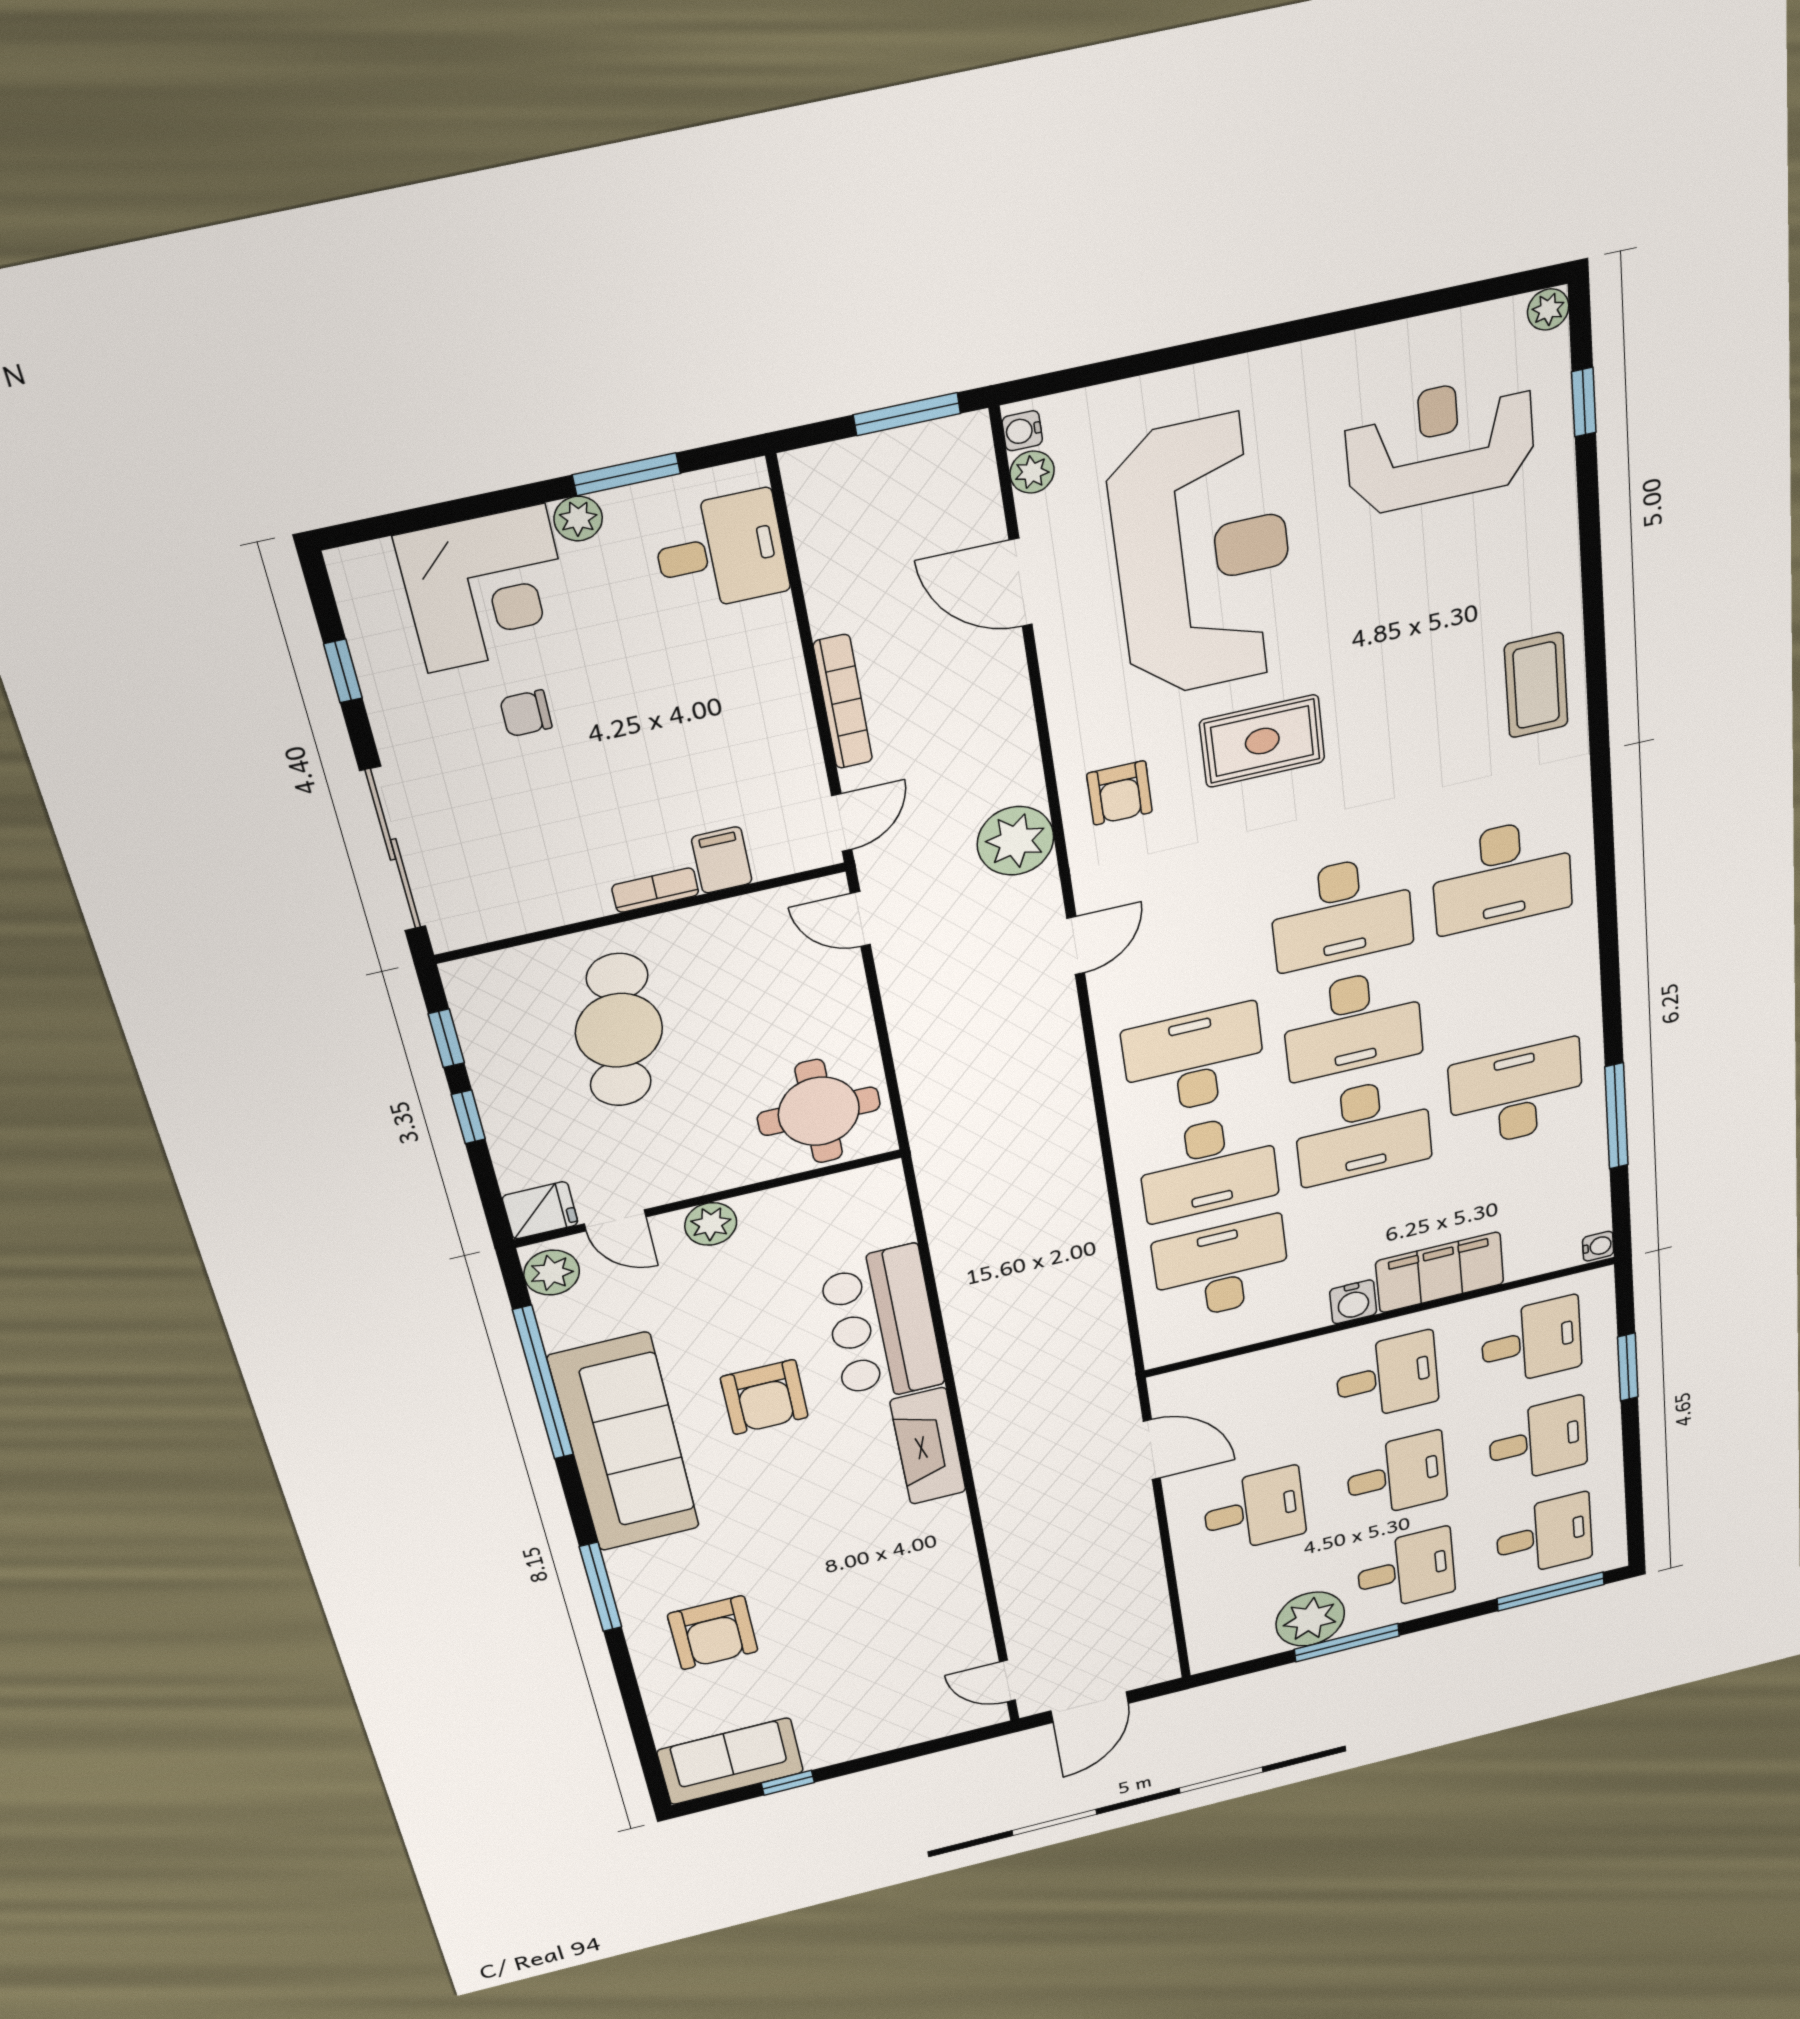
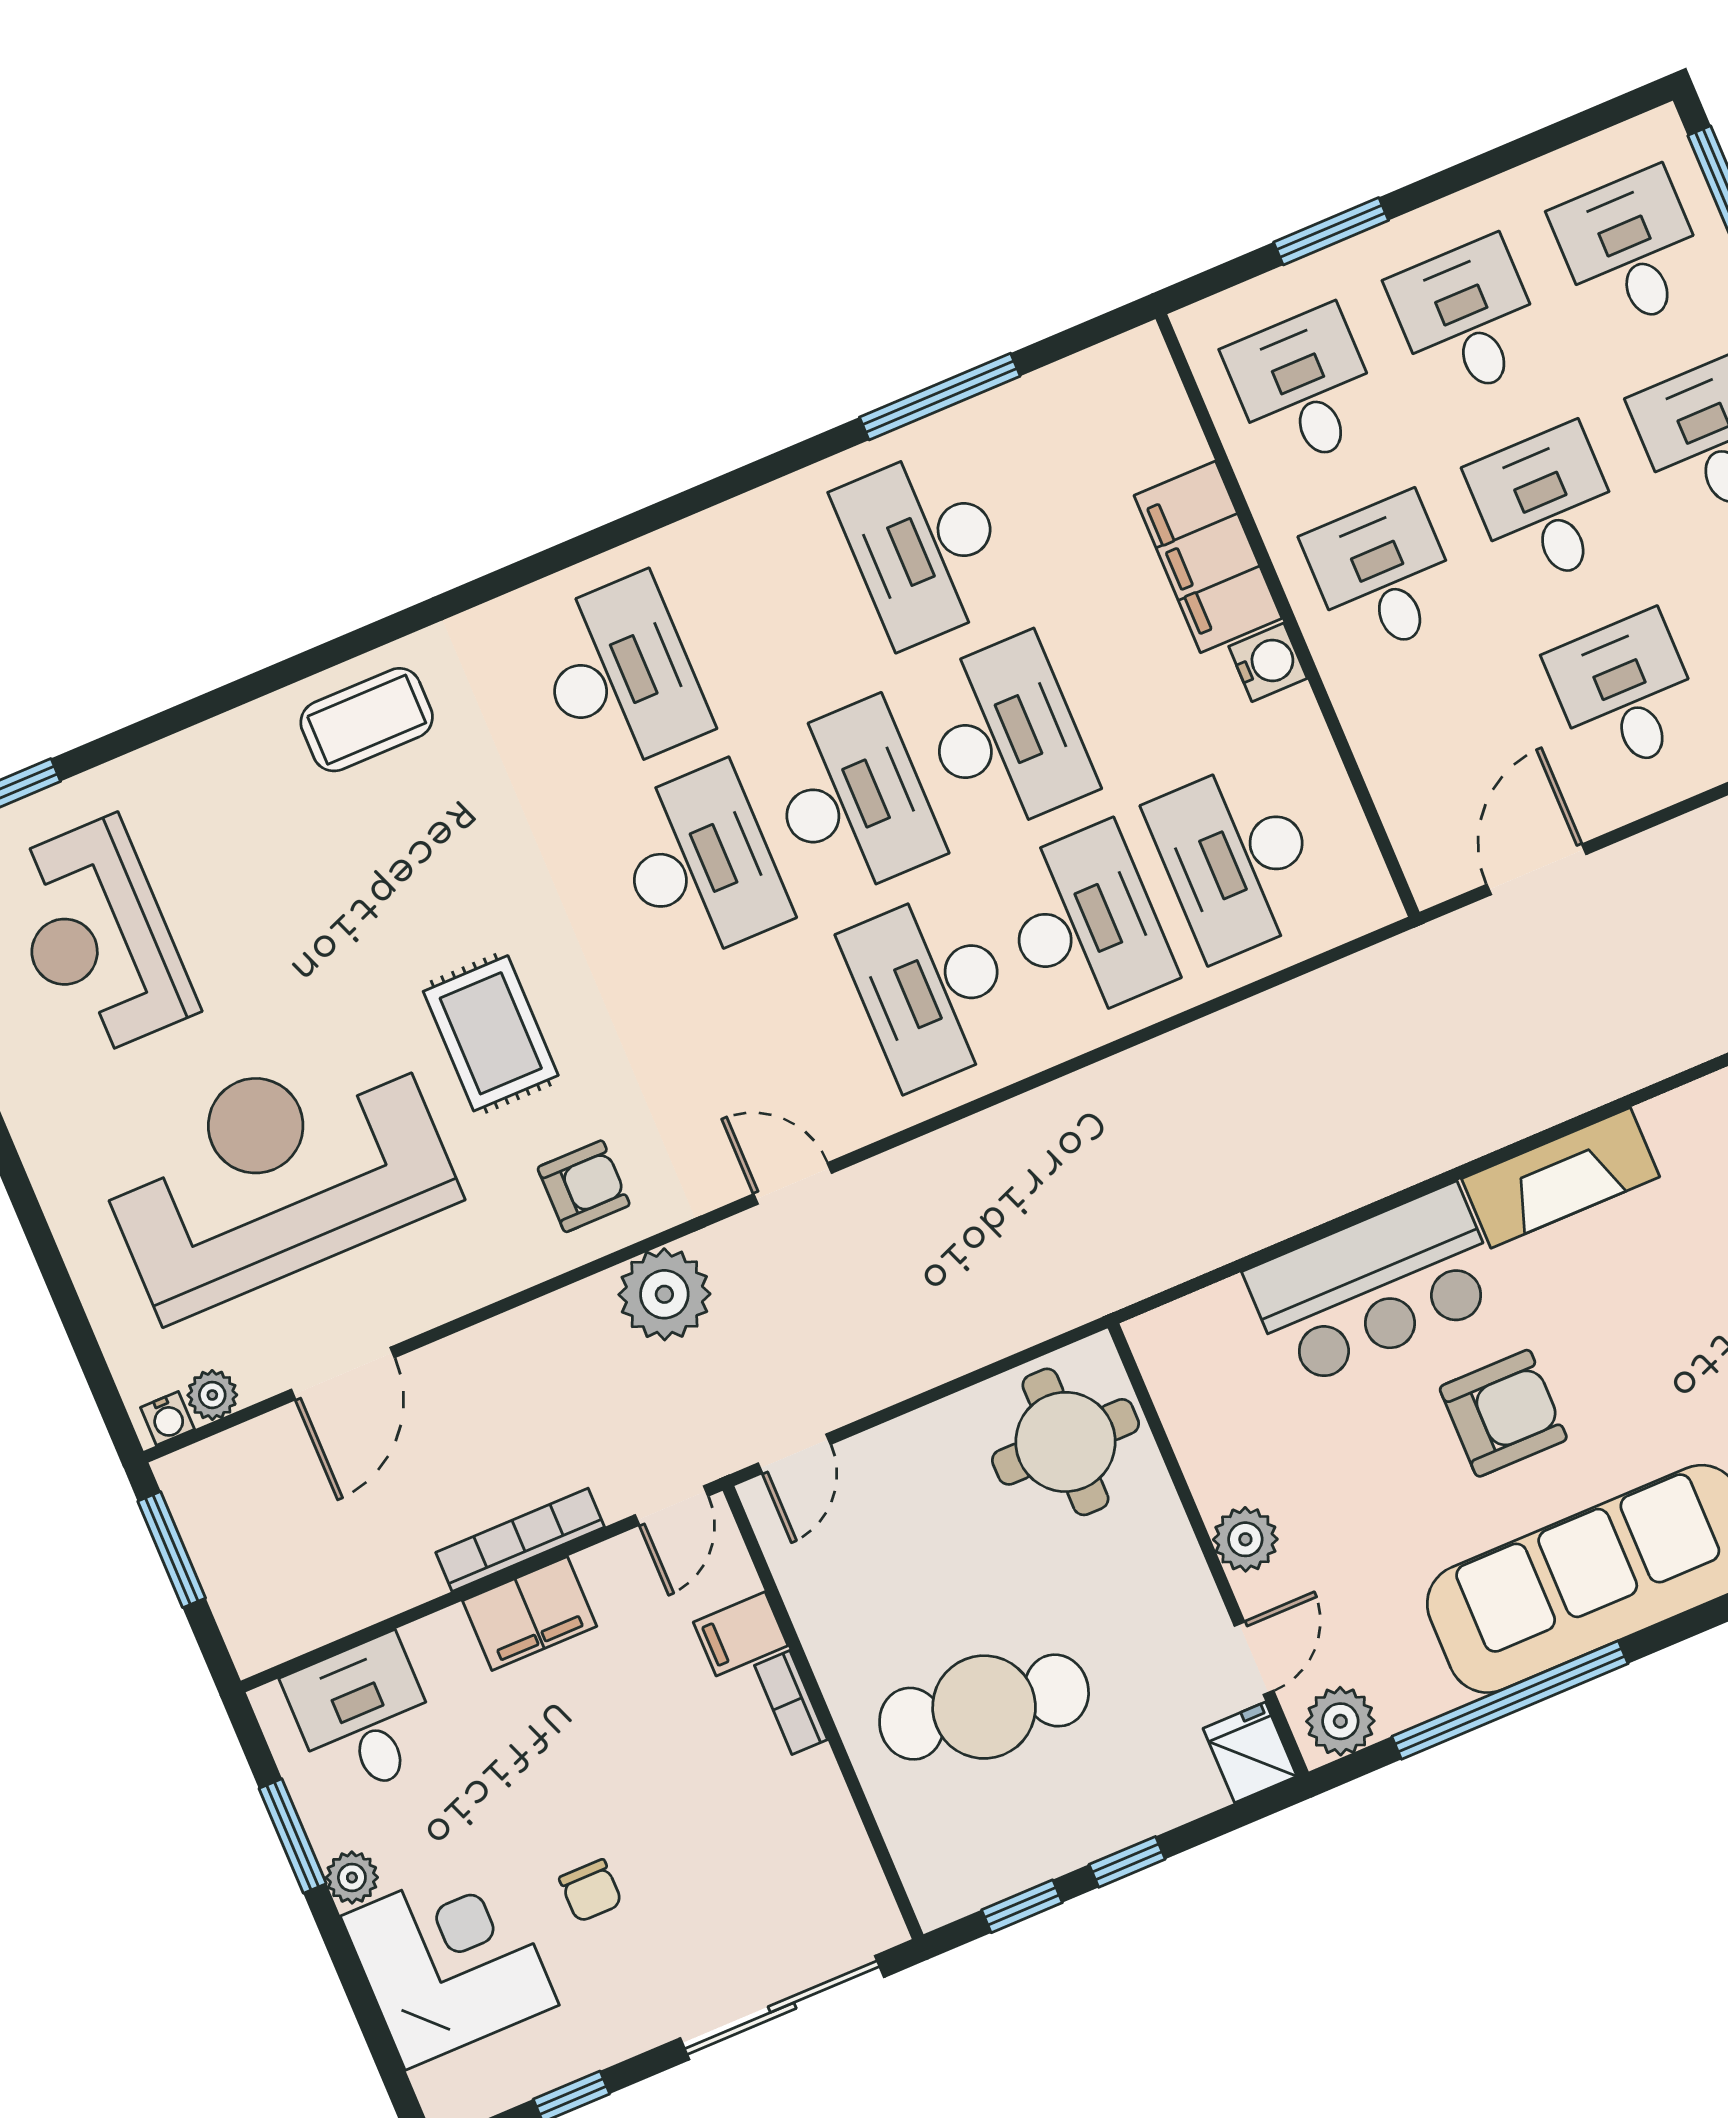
filing cabinet: (778, 700) -> (530, 1614), added
door: (842, 822) -> (672, 1506), swing flipped
water cooler: (1598, 1246) -> (1141, 348), removed

